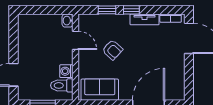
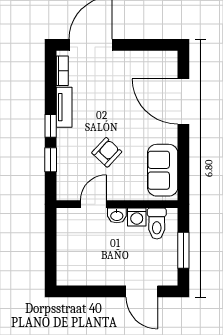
washbasin: (68, 21) -> (117, 215), moved

